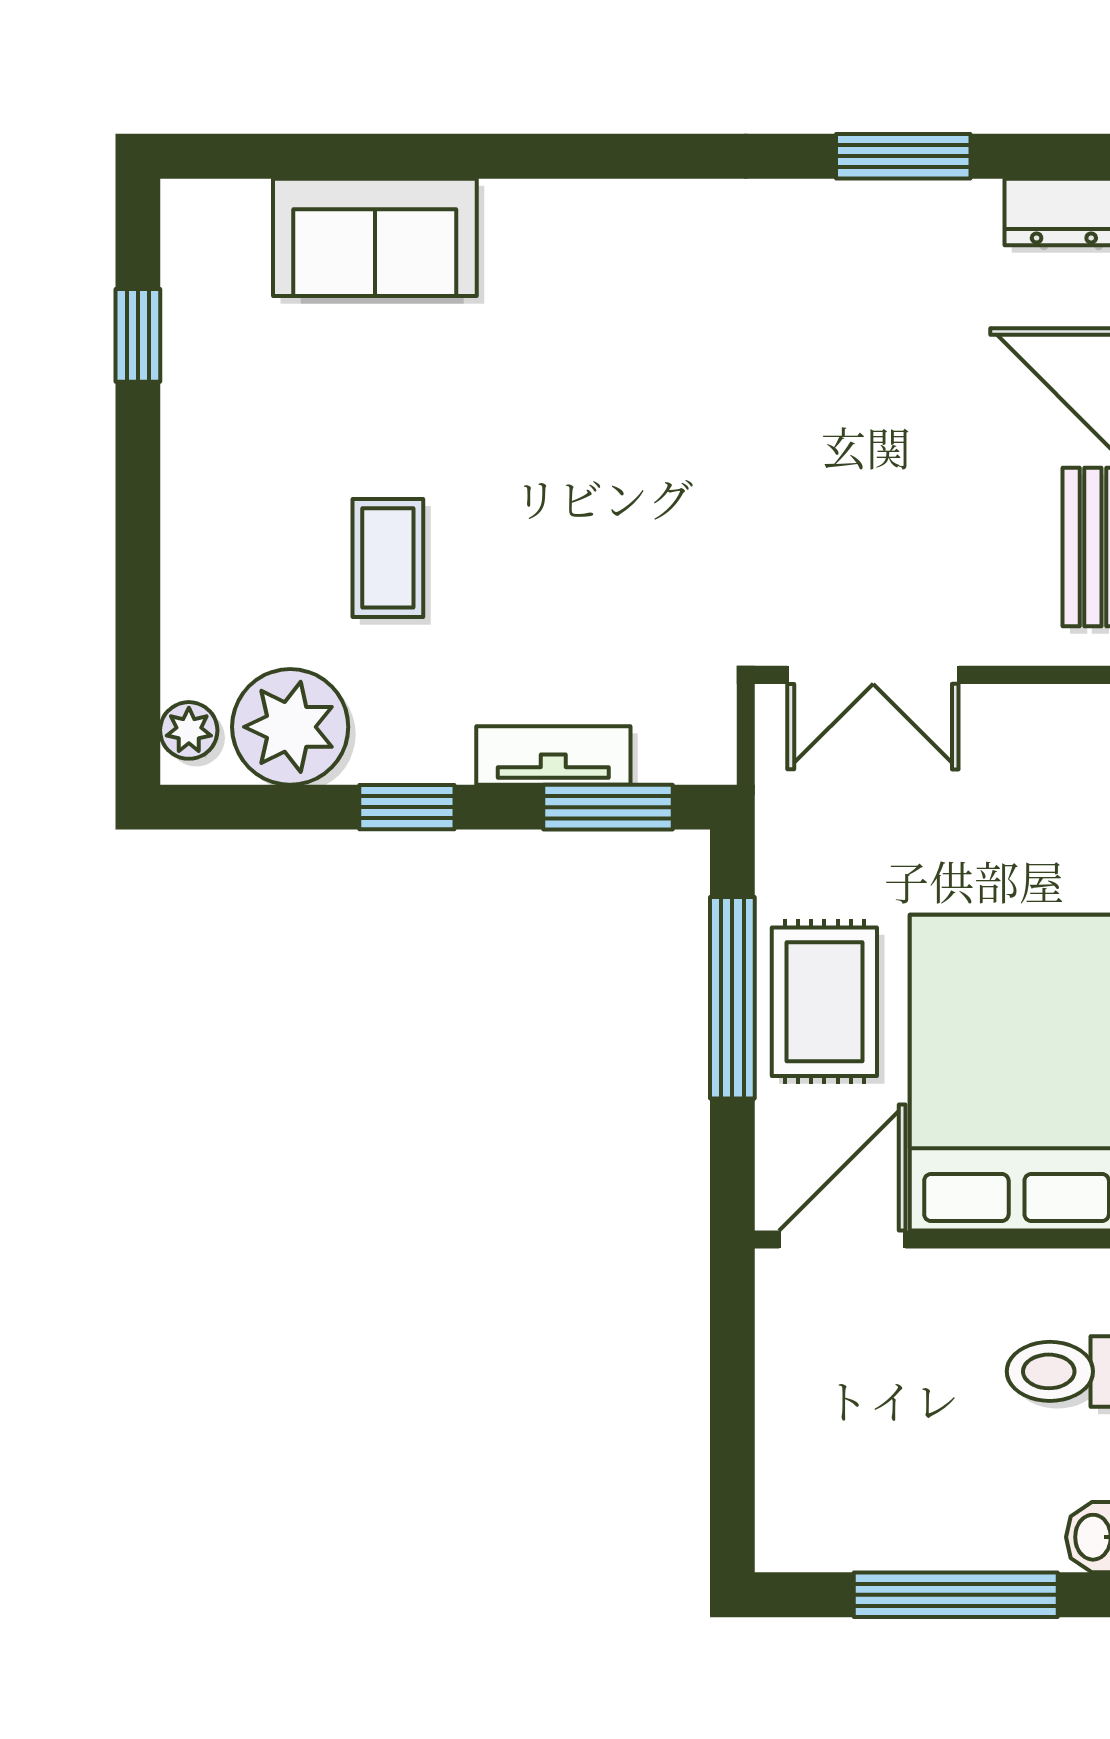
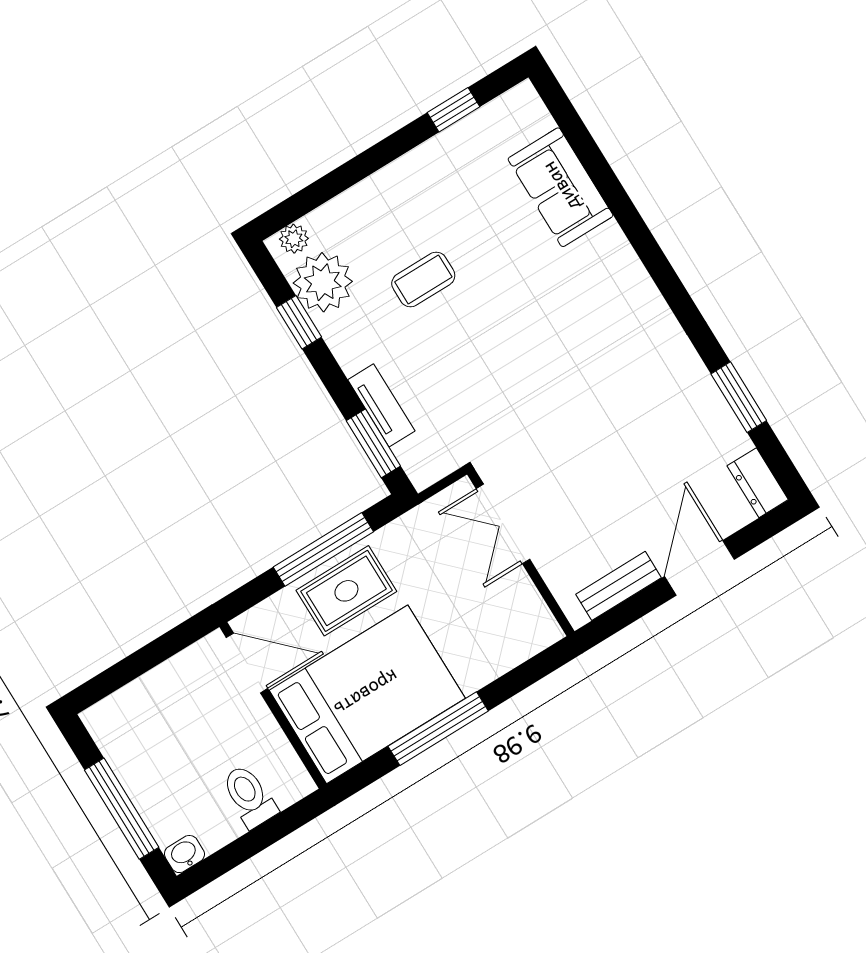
window: (407, 807) -> (299, 322), moved

